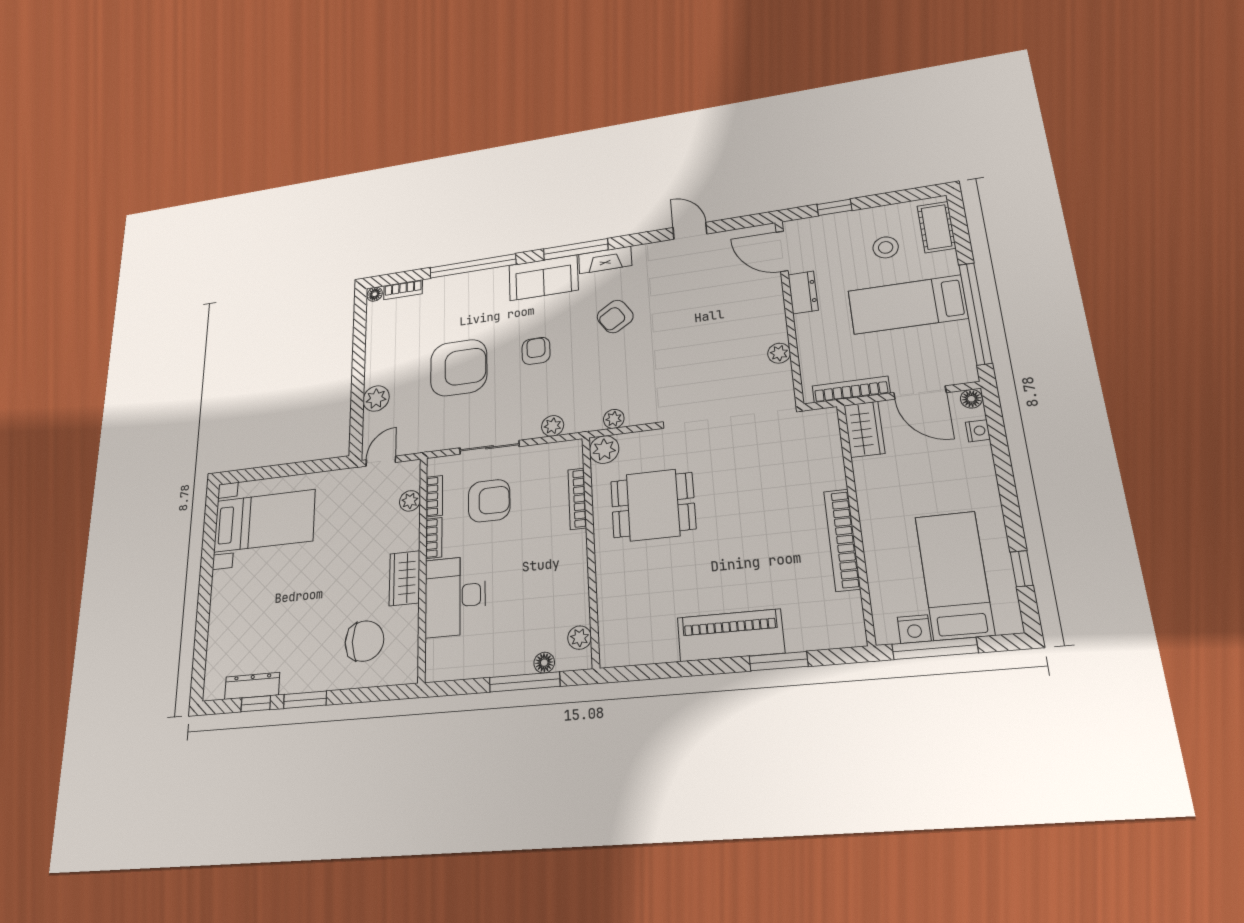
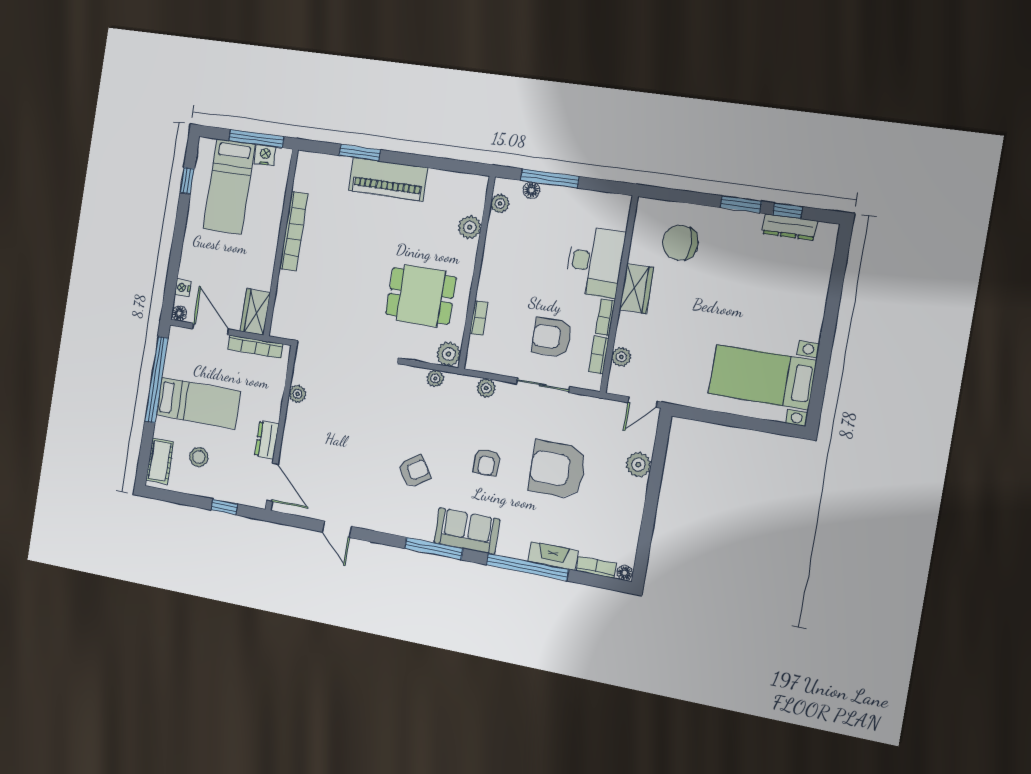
fireplace: (605, 260) -> (553, 556), moved
bookcase: (577, 499) -> (479, 318), width x0.64
plant: (611, 600) -> (470, 227), added

